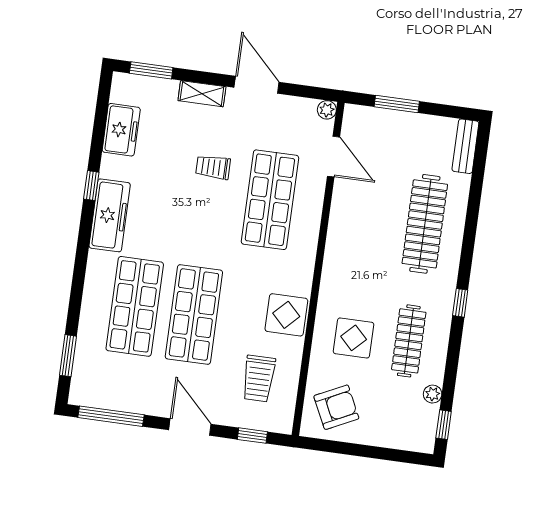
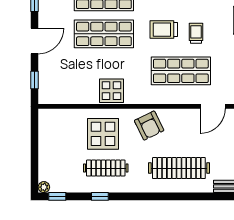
window: (460, 303) -> (100, 196), moved
display table: (354, 338) -> (103, 134), width x1.36, depth x1.36
trolley: (259, 379) -> (164, 30), moved
plant: (433, 394) -> (44, 187), moved
armchair: (336, 407) -> (149, 126), moved

